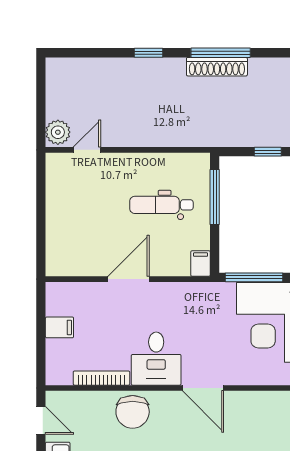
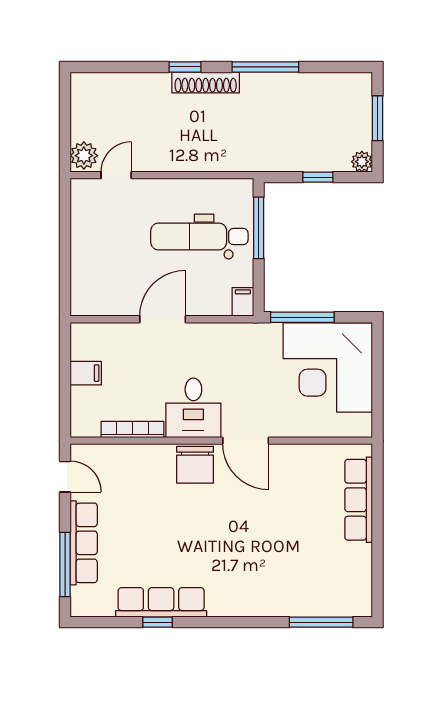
shoe rack: (217, 67) -> (206, 82), moved
dental chair: (161, 205) -> (199, 237), width x1.36, depth x1.38
chair: (133, 412) -> (195, 465), moved

